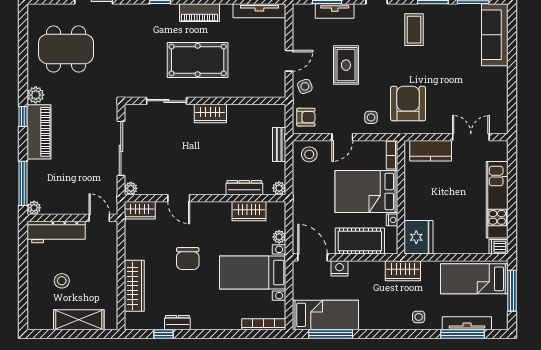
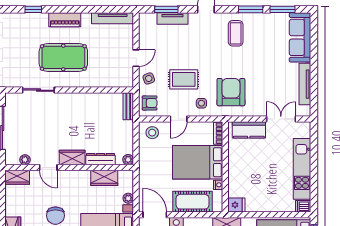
rug: (346, 65) -> (184, 79), moved, turned 90
tv unit: (501, 93) -> (305, 84), added
wardrobe: (210, 113) -> (72, 157), moved, turned 180
bench: (279, 144) -> (128, 106), moved
plant: (131, 188) -> (25, 160), moved
fridge: (419, 237) -> (236, 205), width x0.53, depth x0.75

